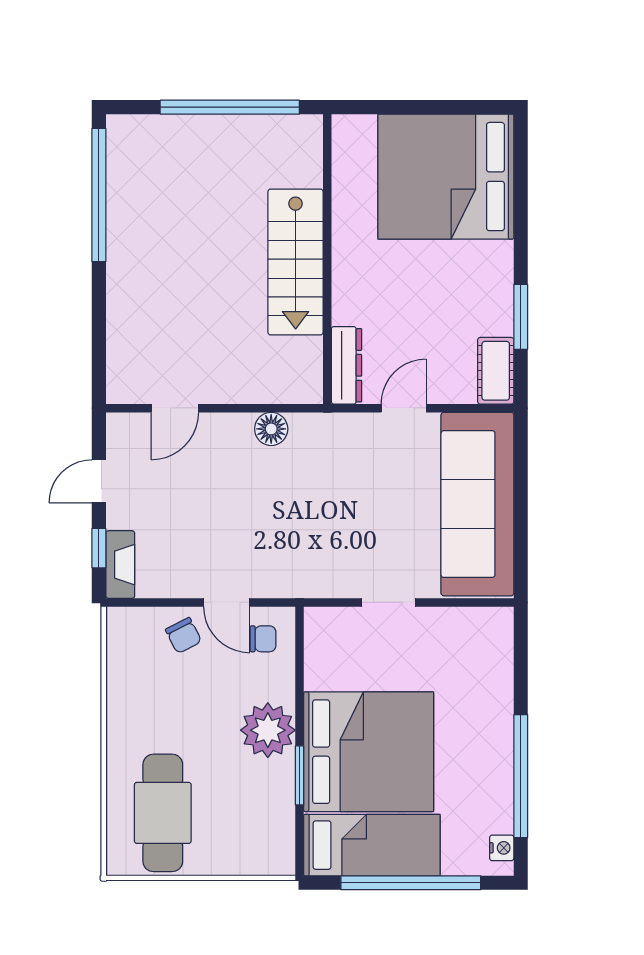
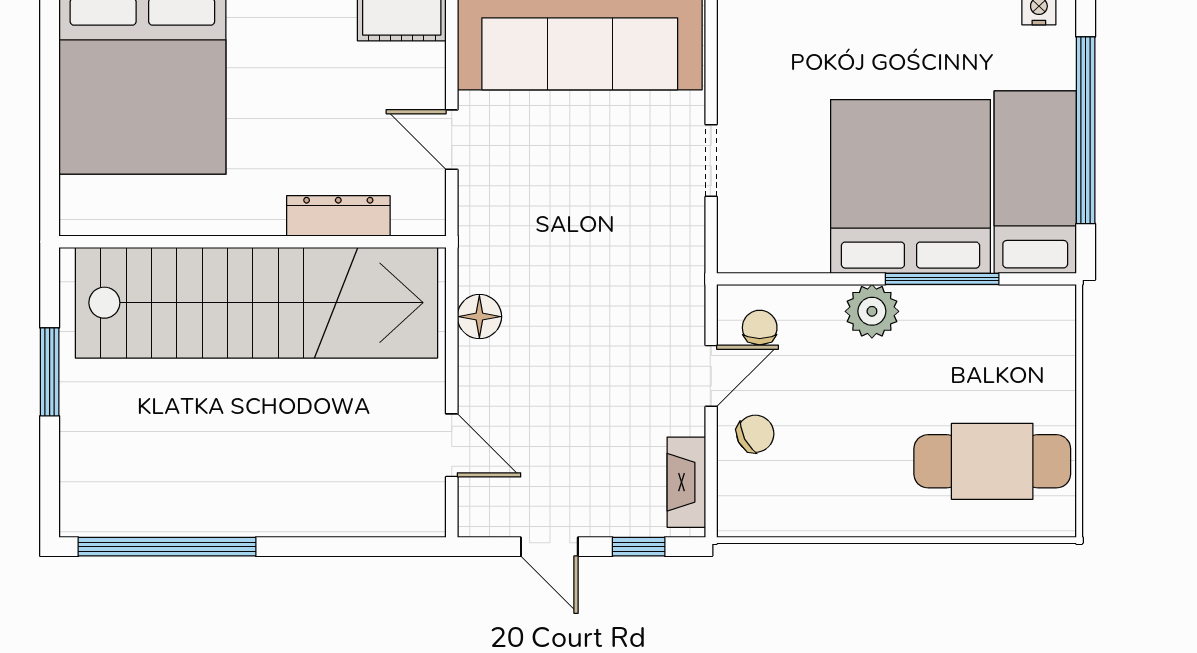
window: (230, 107) -> (50, 372), width x0.47
stairs: (296, 262) -> (256, 303), width x1.86, depth x1.51
dresser: (347, 365) -> (338, 216), moved
fireplace: (120, 565) -> (686, 482), moved, turned -90
plant: (268, 730) -> (872, 311), width x0.73, depth x0.73
window: (299, 775) -> (942, 279), width x1.44

